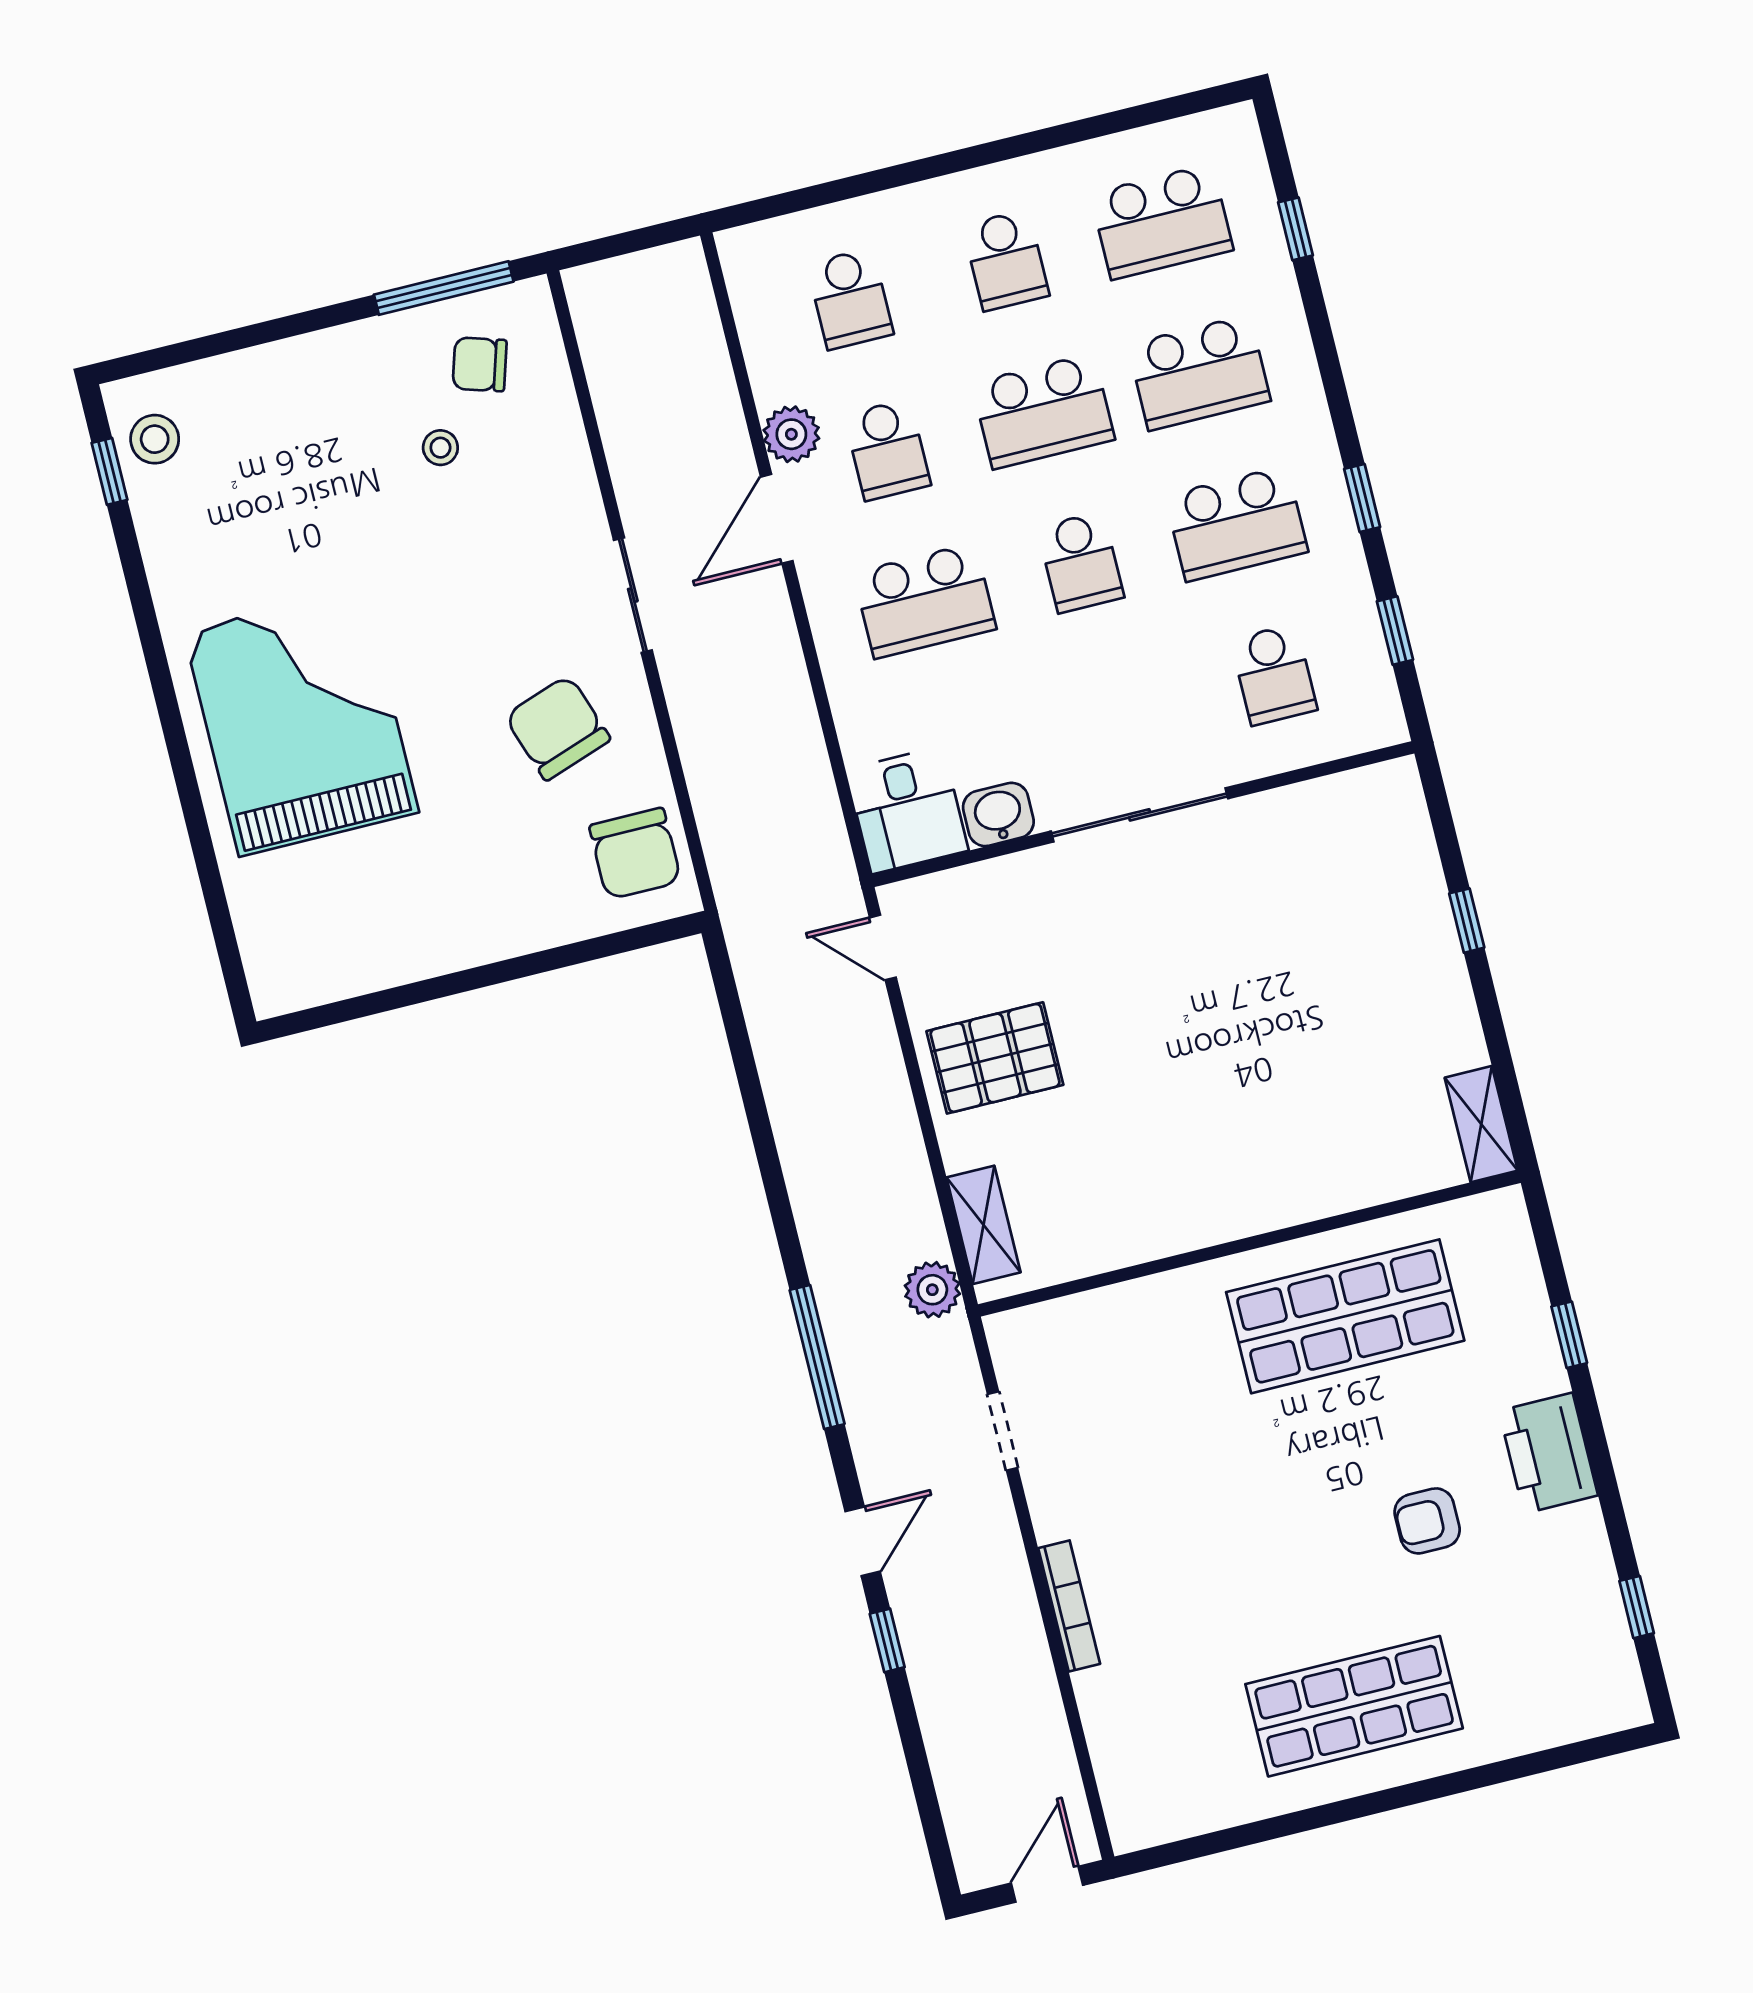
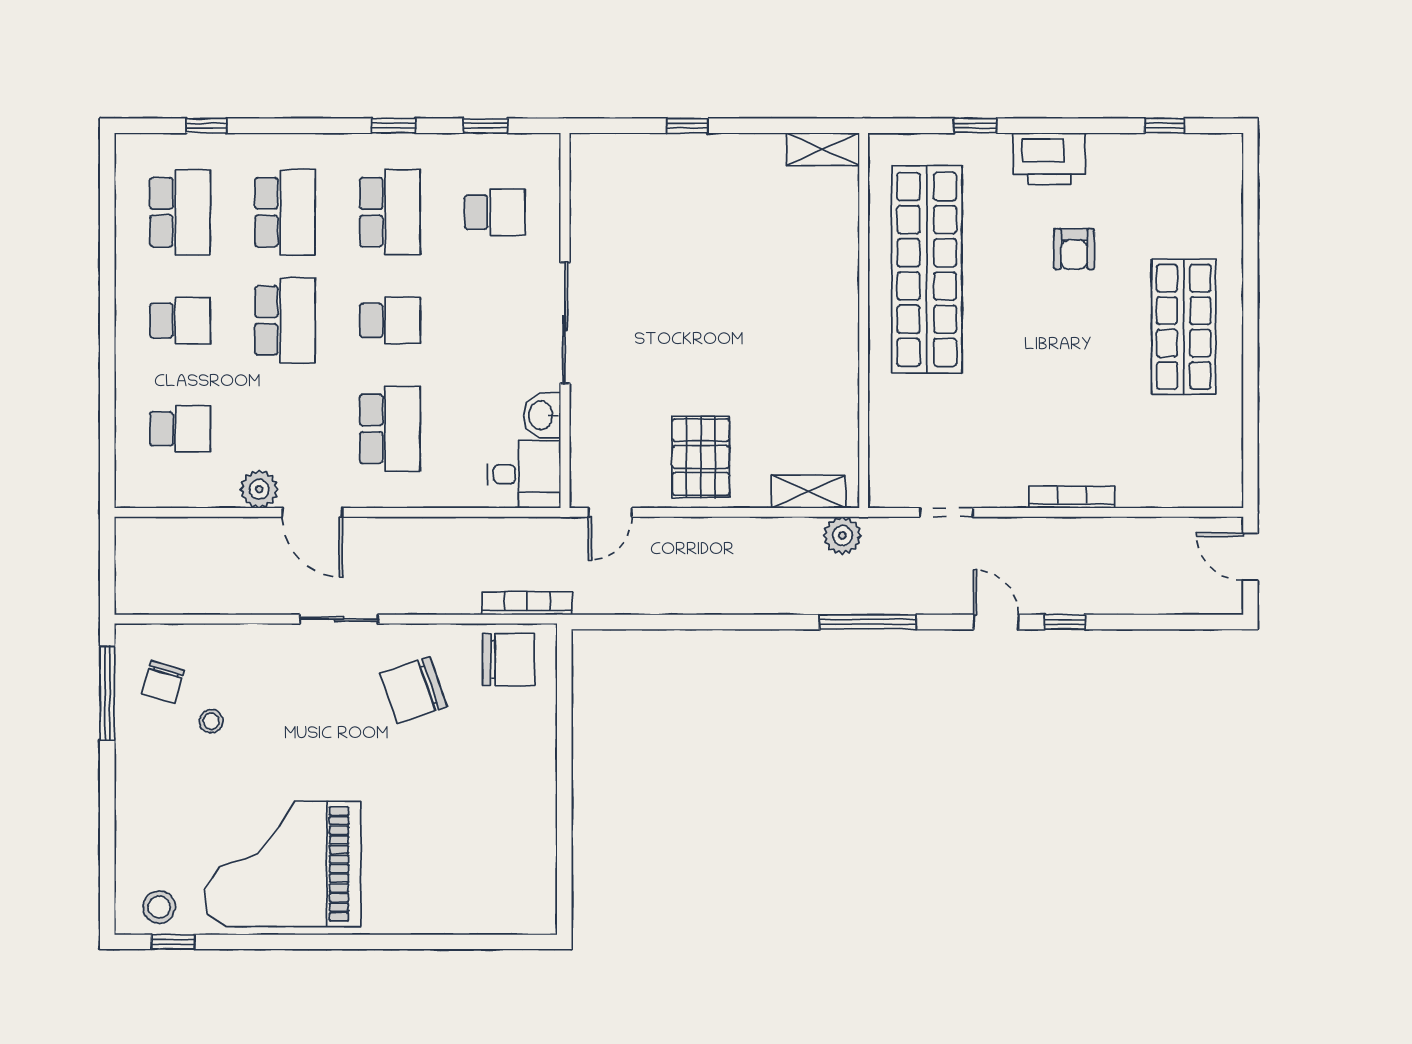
school desk: (887, 450) -> (285, 429), removed
grand piano: (301, 722) -> (283, 864), moved
bookcase: (723, 860) -> (527, 603), added
shop shelf: (1345, 1316) -> (927, 269), width x1.40

